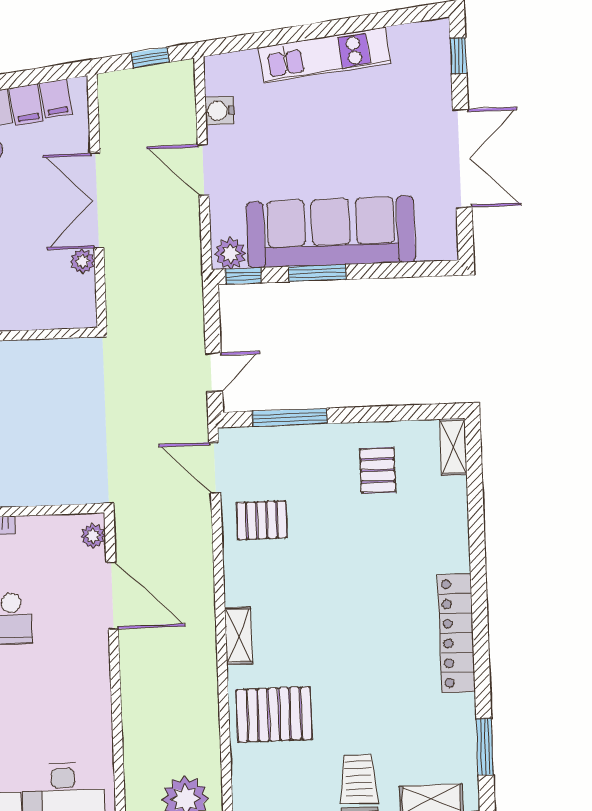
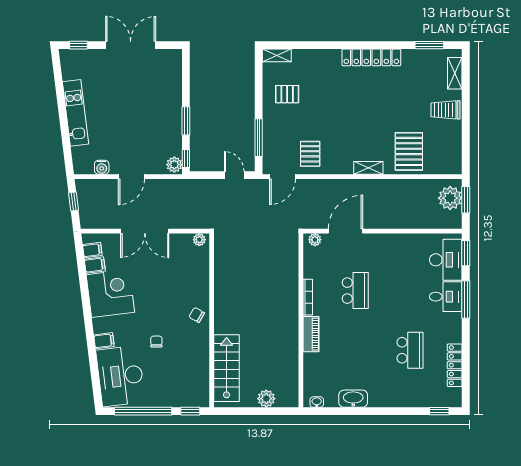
sofa: (331, 232) -> (165, 113), removed
plant: (83, 261) -> (199, 240), moved

